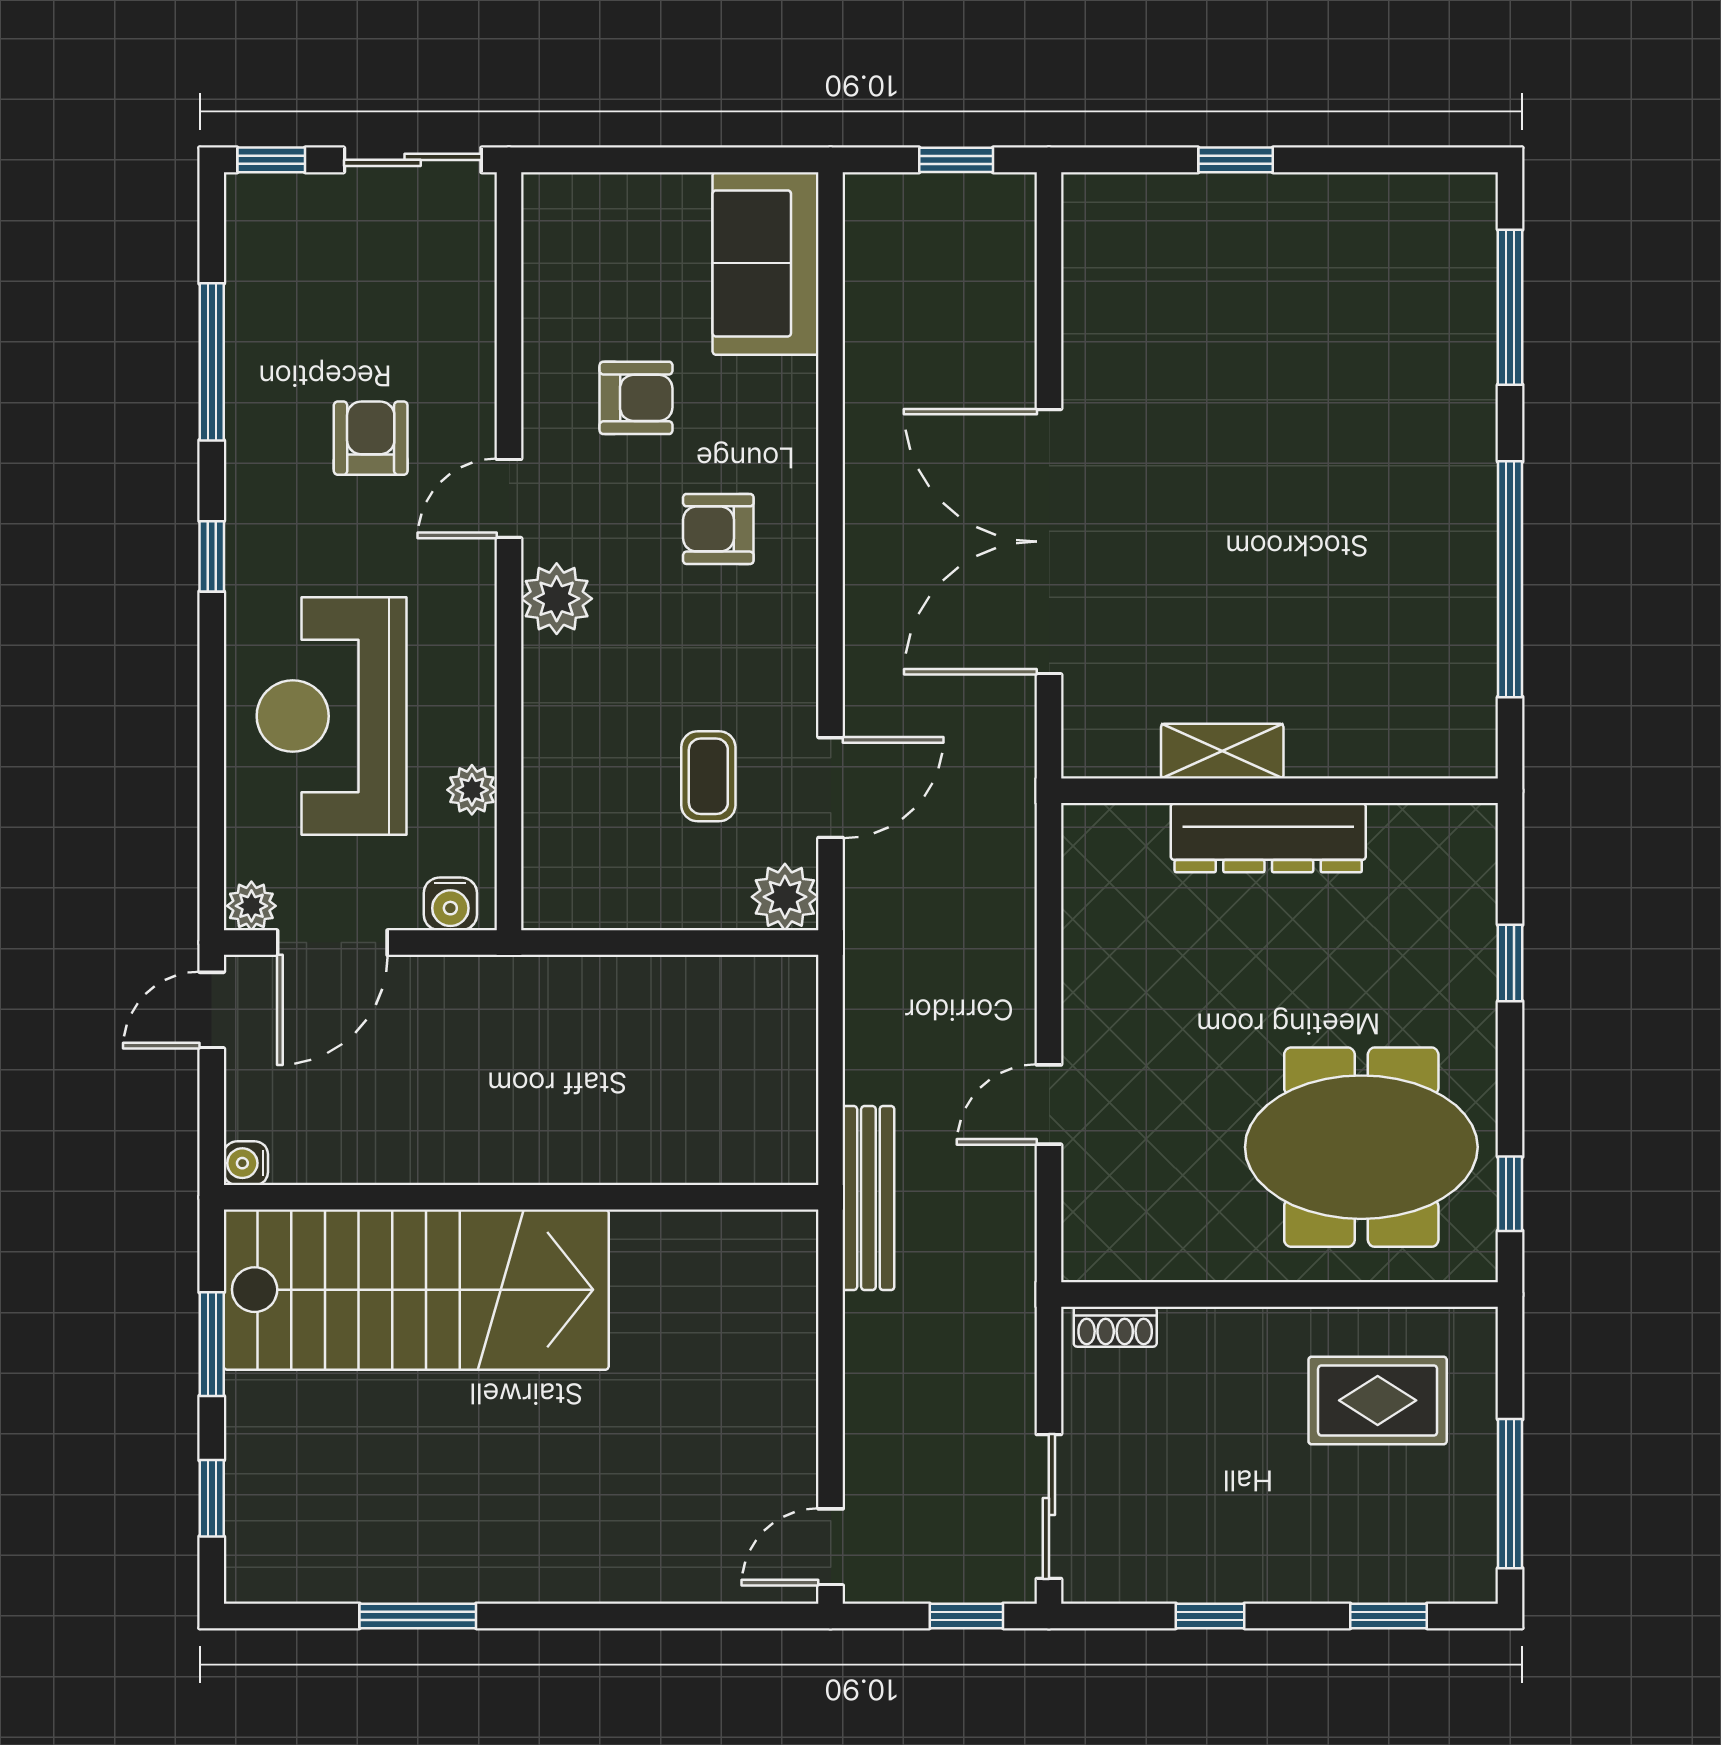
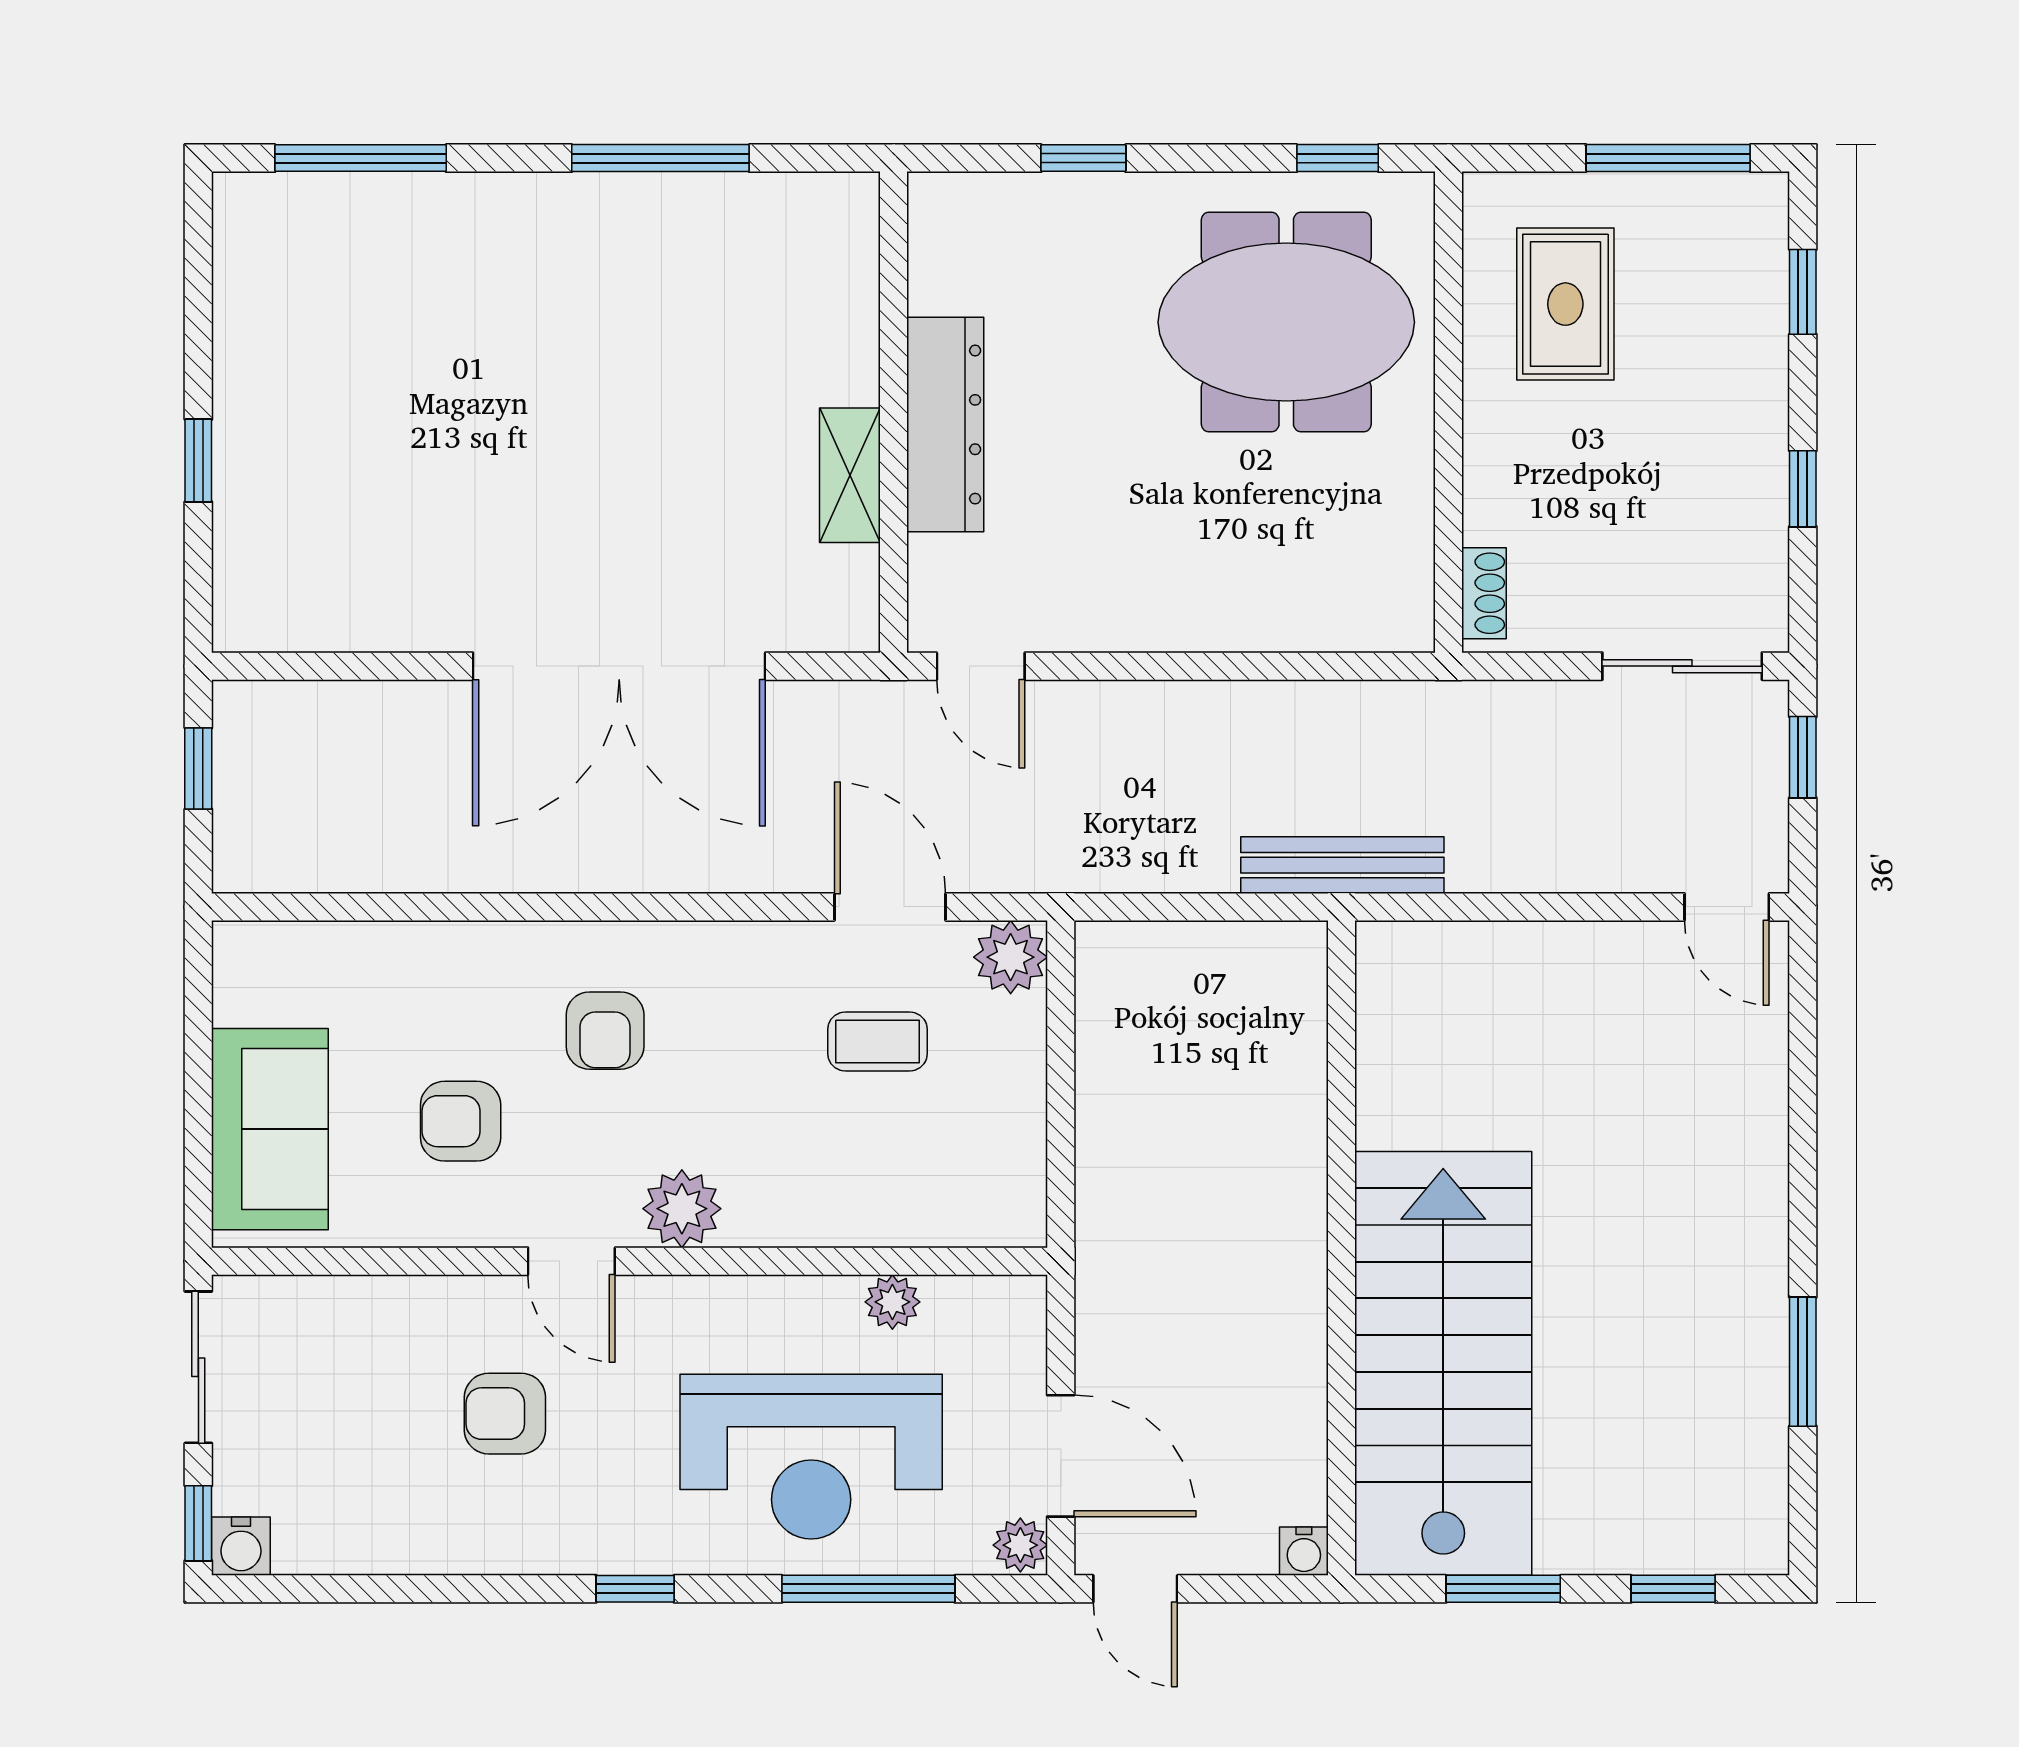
sofa: (766, 263) -> (270, 1129), moved, turned -90
window: (212, 362) -> (868, 1589), moved
armchair: (636, 398) -> (461, 1121), turned -90
window: (1510, 579) -> (660, 158), width x0.68
water cooler: (450, 904) -> (241, 1546), moved, turned 90
door: (1049, 1105) -> (981, 666), moved
meeting table: (1361, 1147) -> (1286, 322), turned 90

